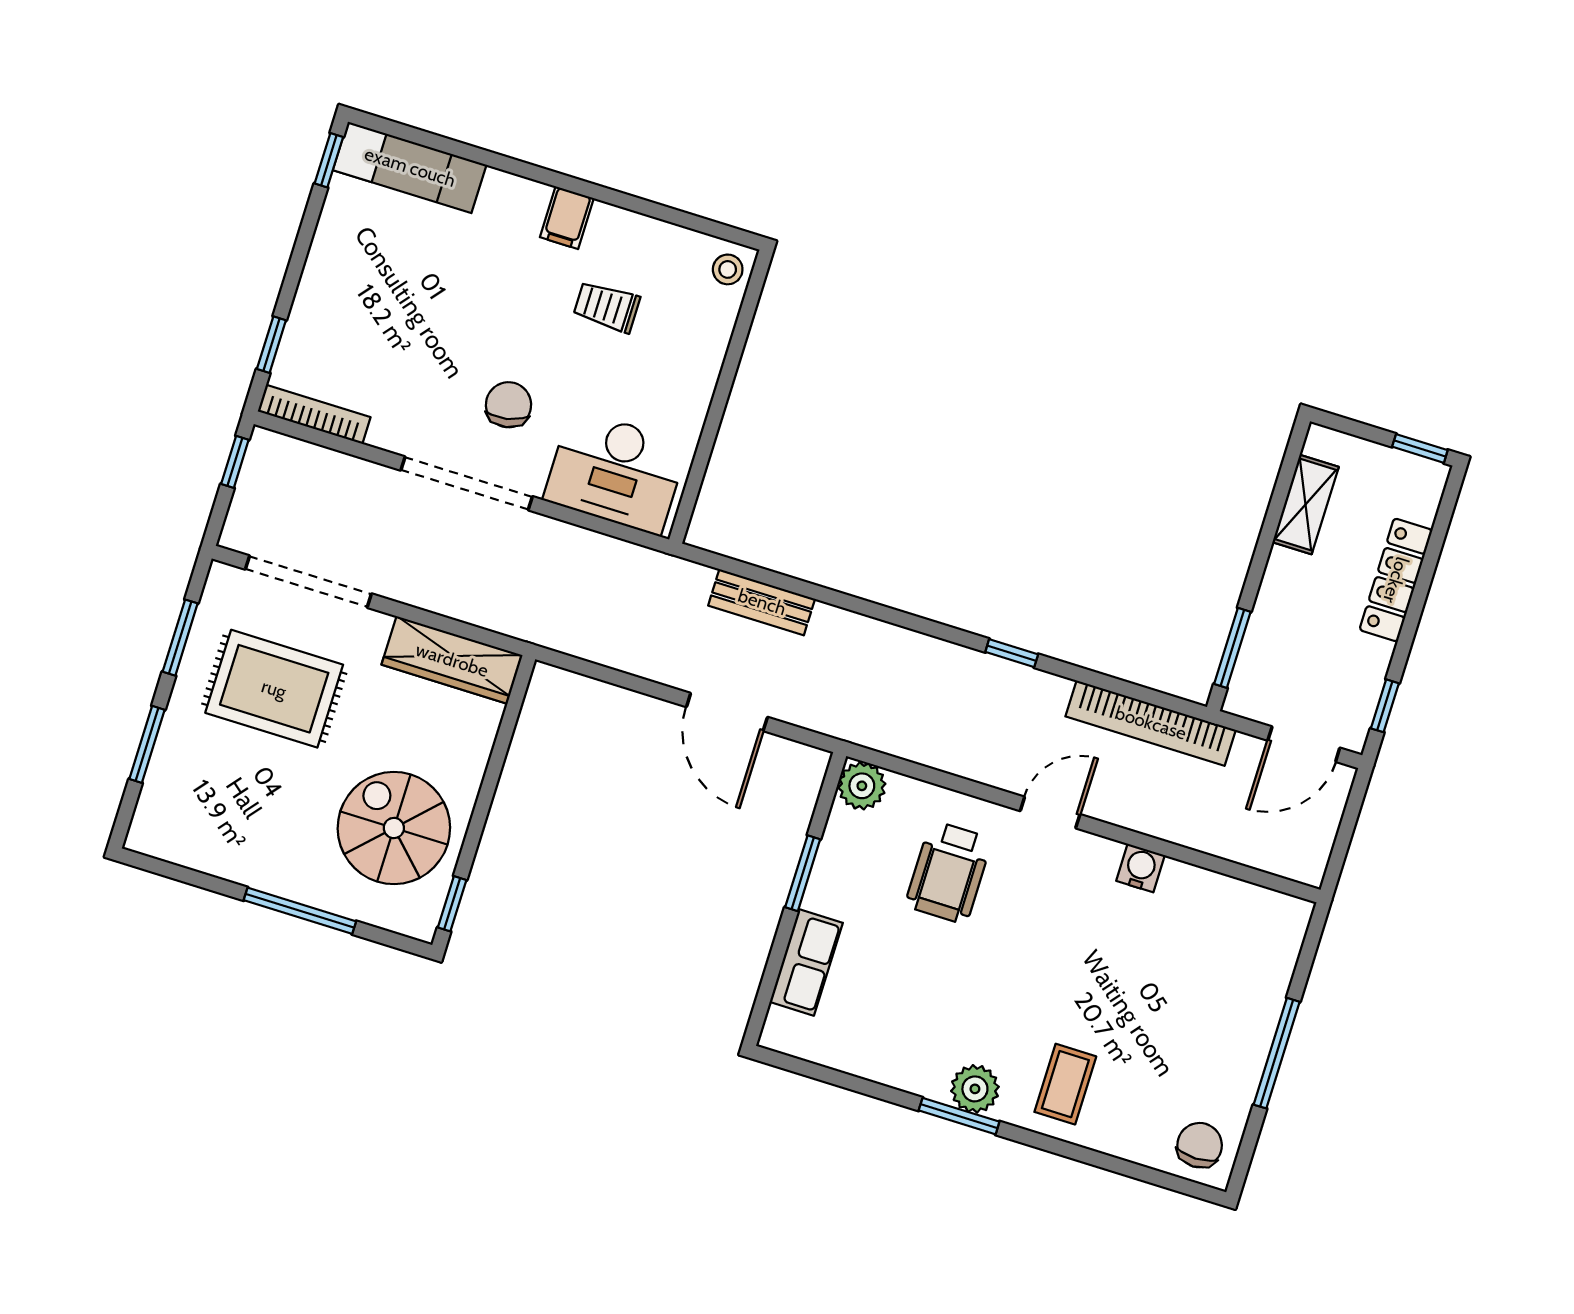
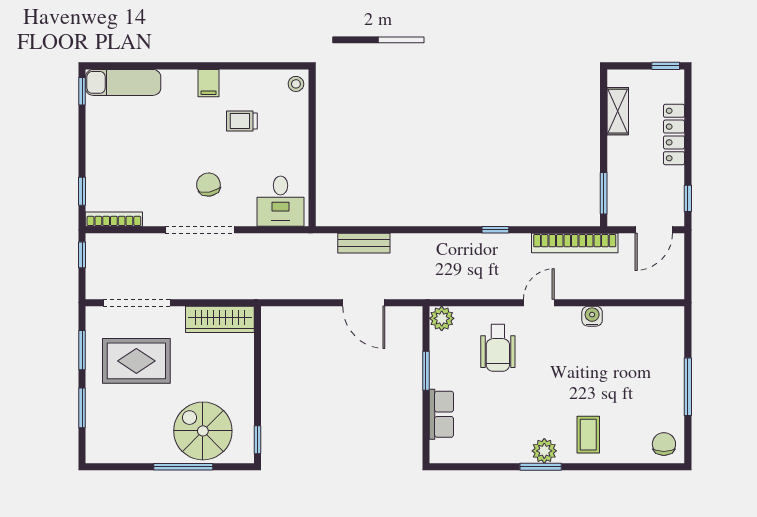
desk: (616, 472) -> (281, 201), width x0.73
spiral stairs: (394, 828) -> (203, 431), moved

